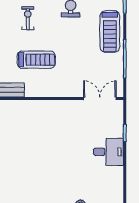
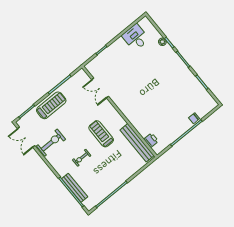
double door: (100, 99) -> (100, 88), moved
desk: (108, 152) -> (136, 37), moved

